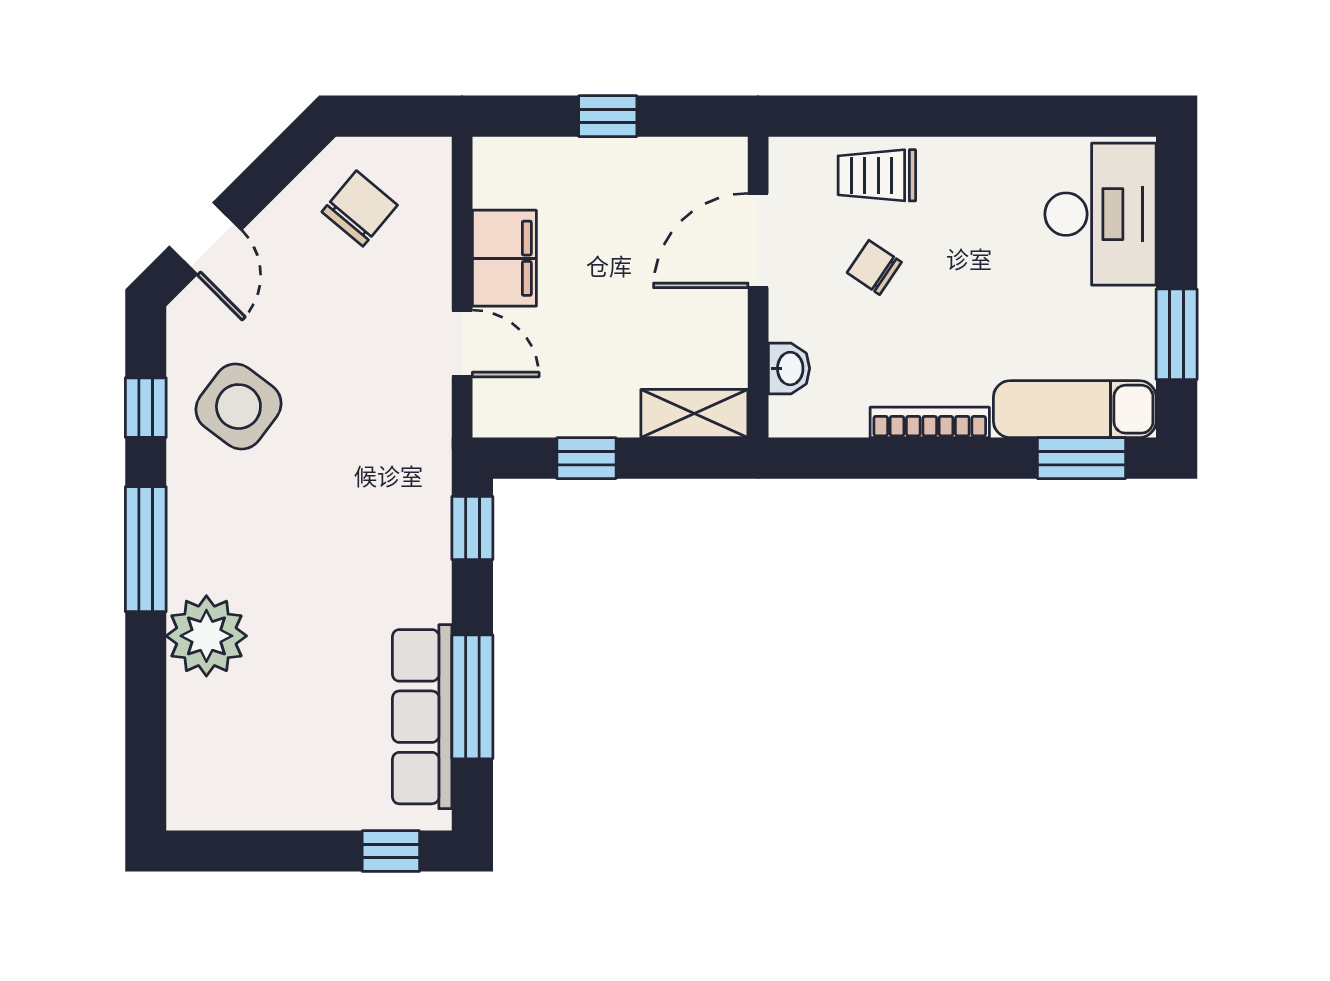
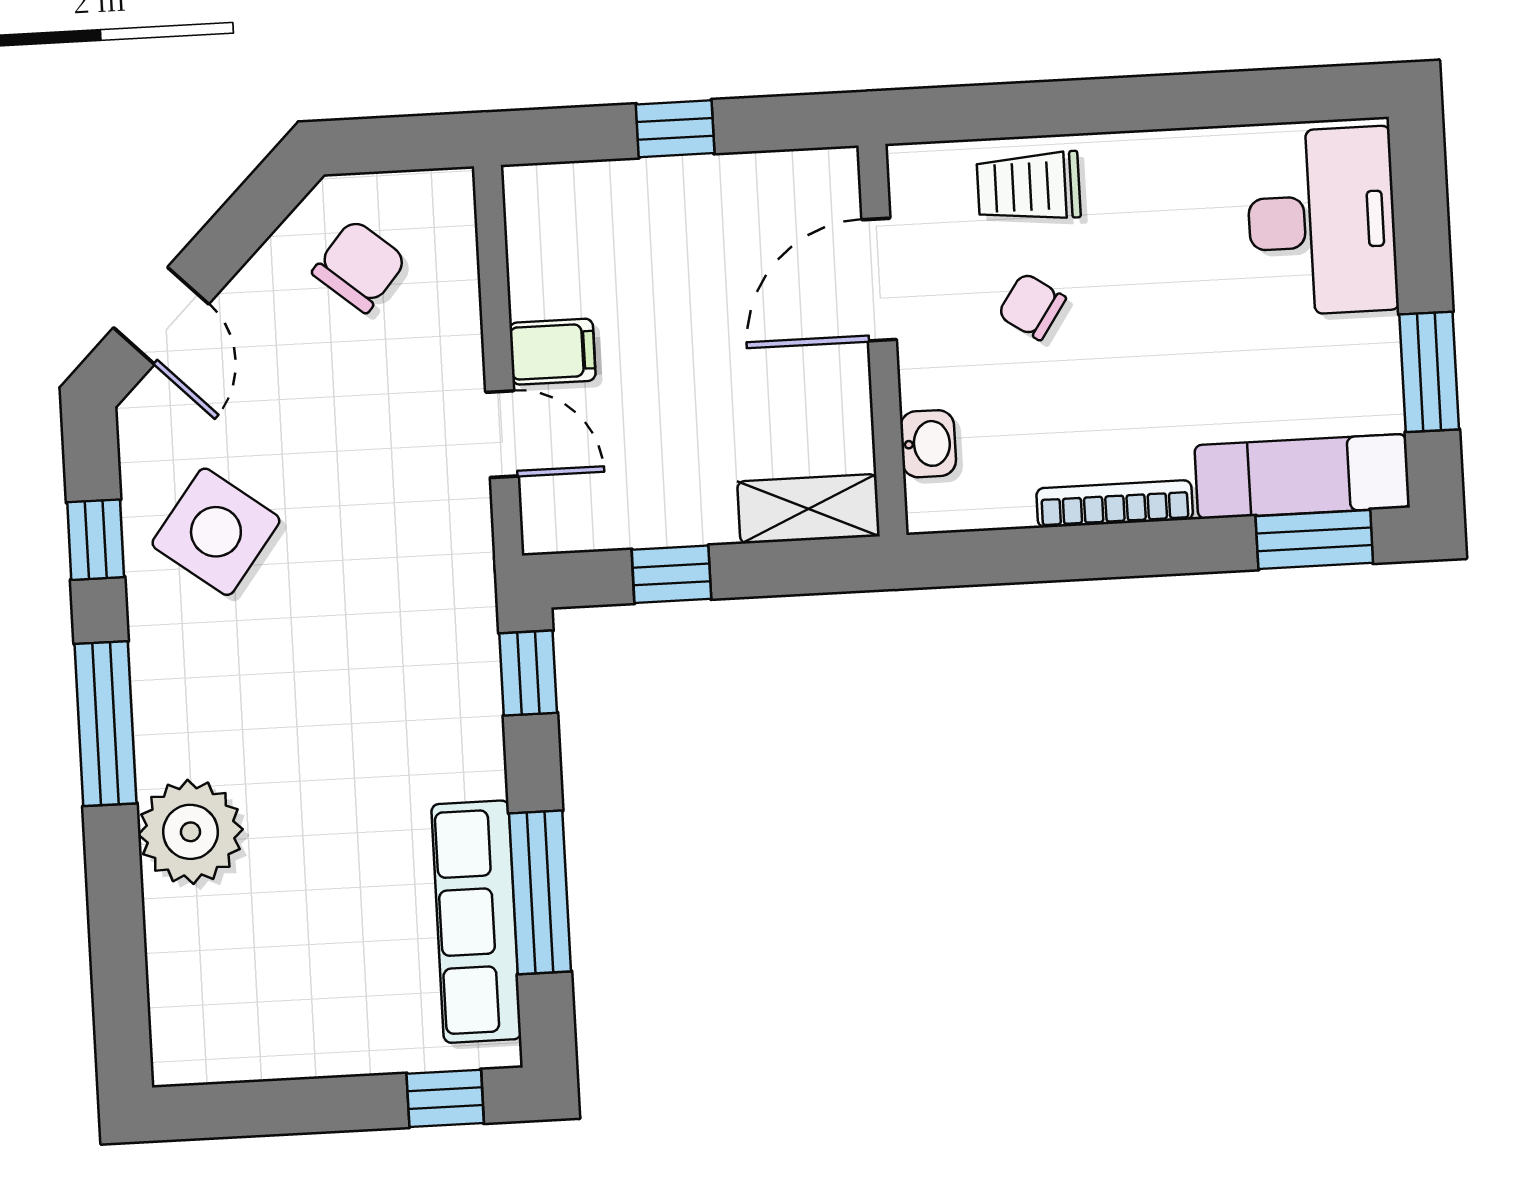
filing cabinet: (504, 258) -> (552, 352), width x0.50

